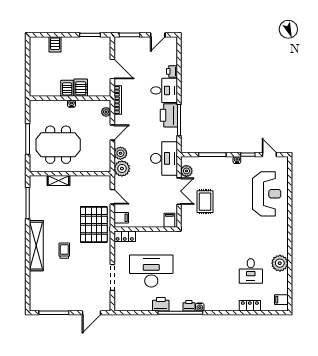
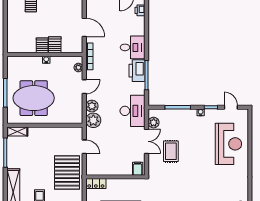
printer: (172, 71) -> (140, 10), moved
shelving: (58, 181) -> (17, 132), moved
filing cabinet: (121, 218) -> (93, 166), removed

